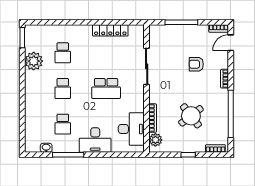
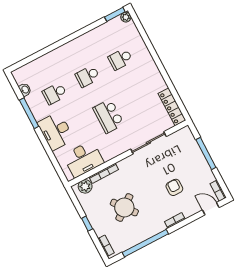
locker: (110, 30) -> (172, 107), moved
plant: (34, 61) -> (126, 17), moved, width x0.53, depth x0.53

